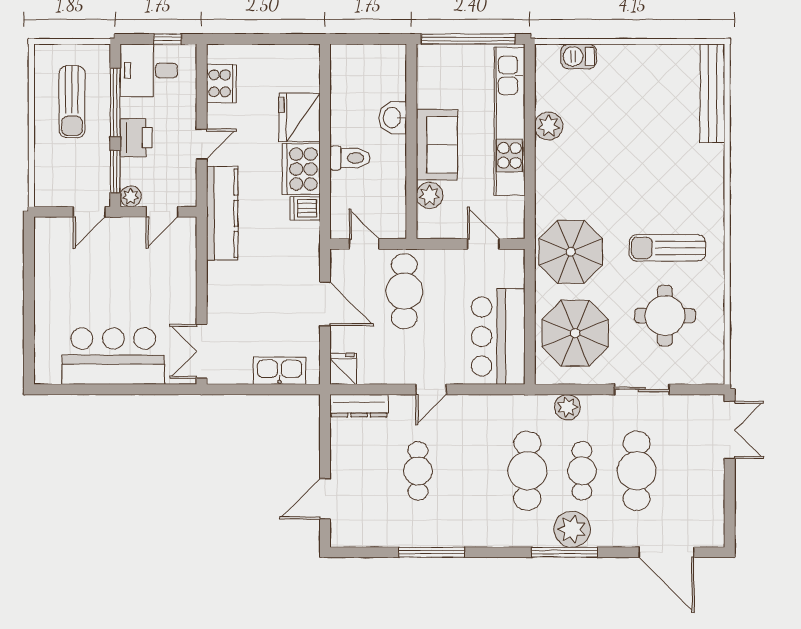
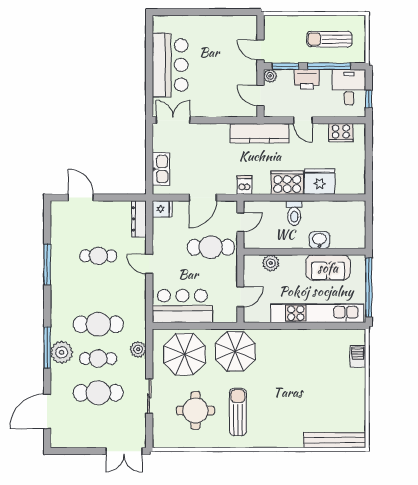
plant: (549, 126) -> (314, 338), removed
sofa: (437, 145) -> (328, 268), moved
dishwasher: (305, 208) -> (245, 185), moved

